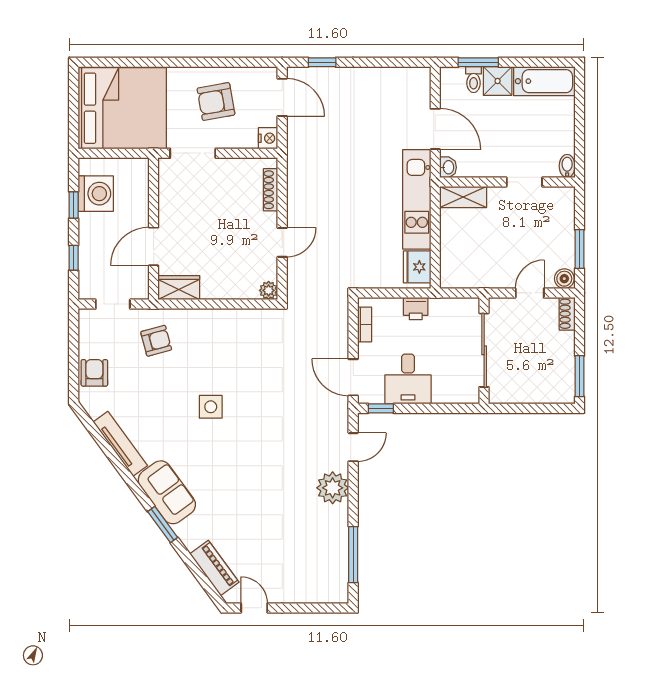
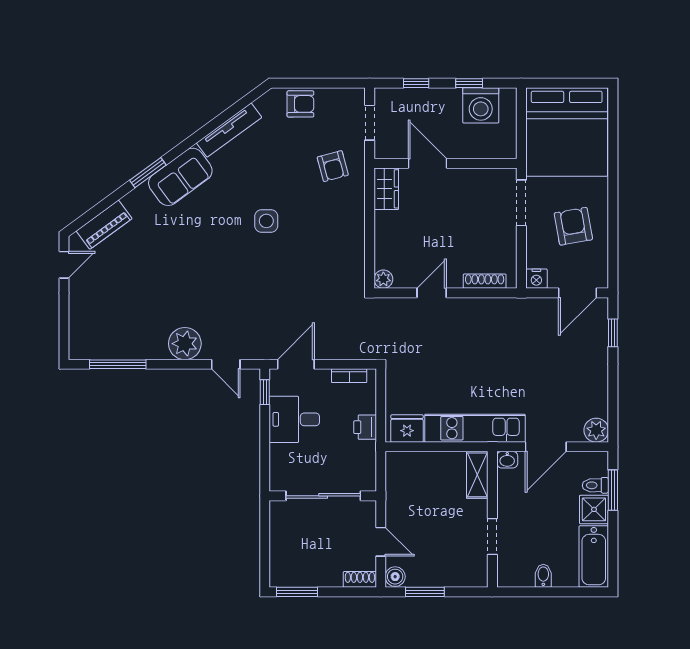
plant: (419, 79) -> (596, 430), added
bidet: (567, 166) -> (543, 576), moved, turned -90
door: (282, 242) -> (432, 293), swing flipped

